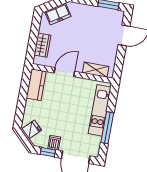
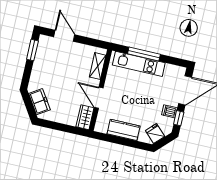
wardrobe: (42, 45) -> (85, 117), moved, turned -90
kitchen counter: (36, 85) -> (124, 130), moved
window: (107, 128) -> (144, 54), moved

